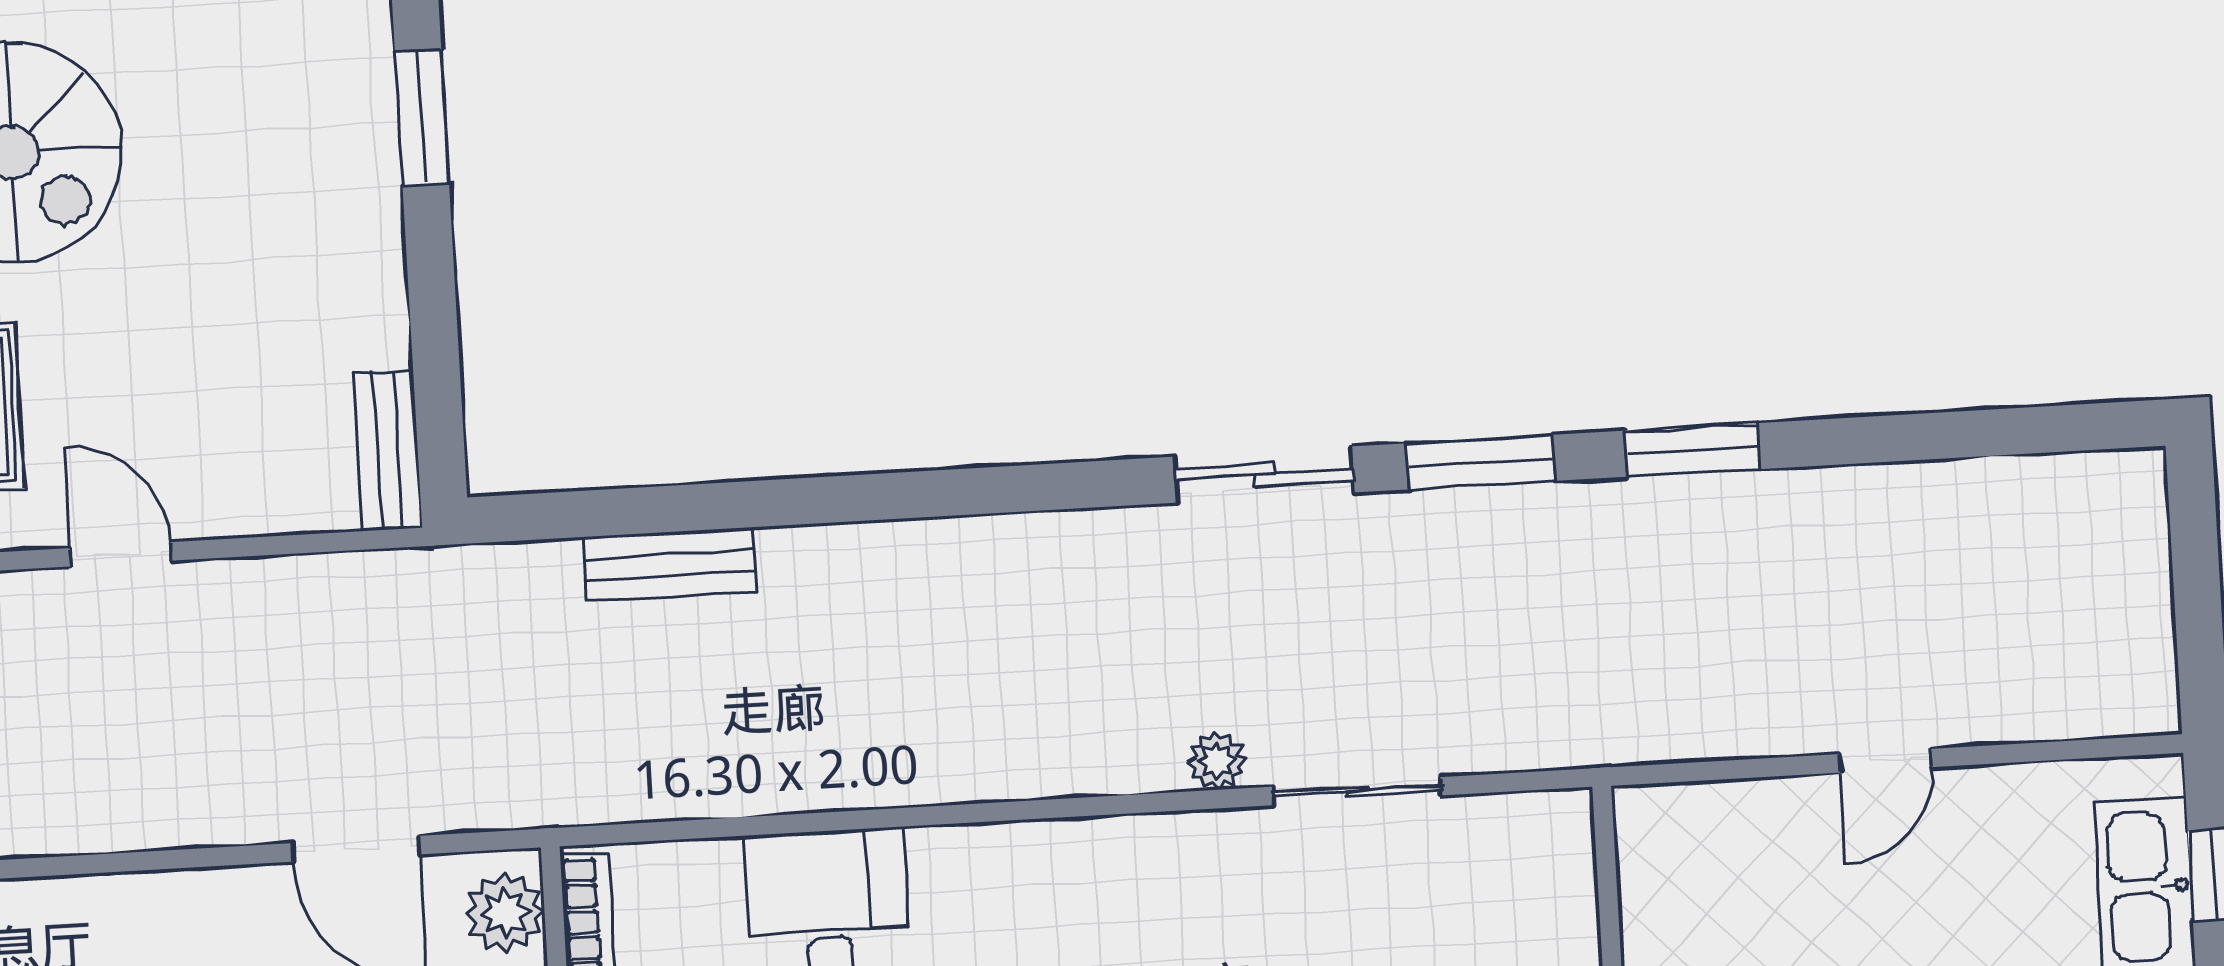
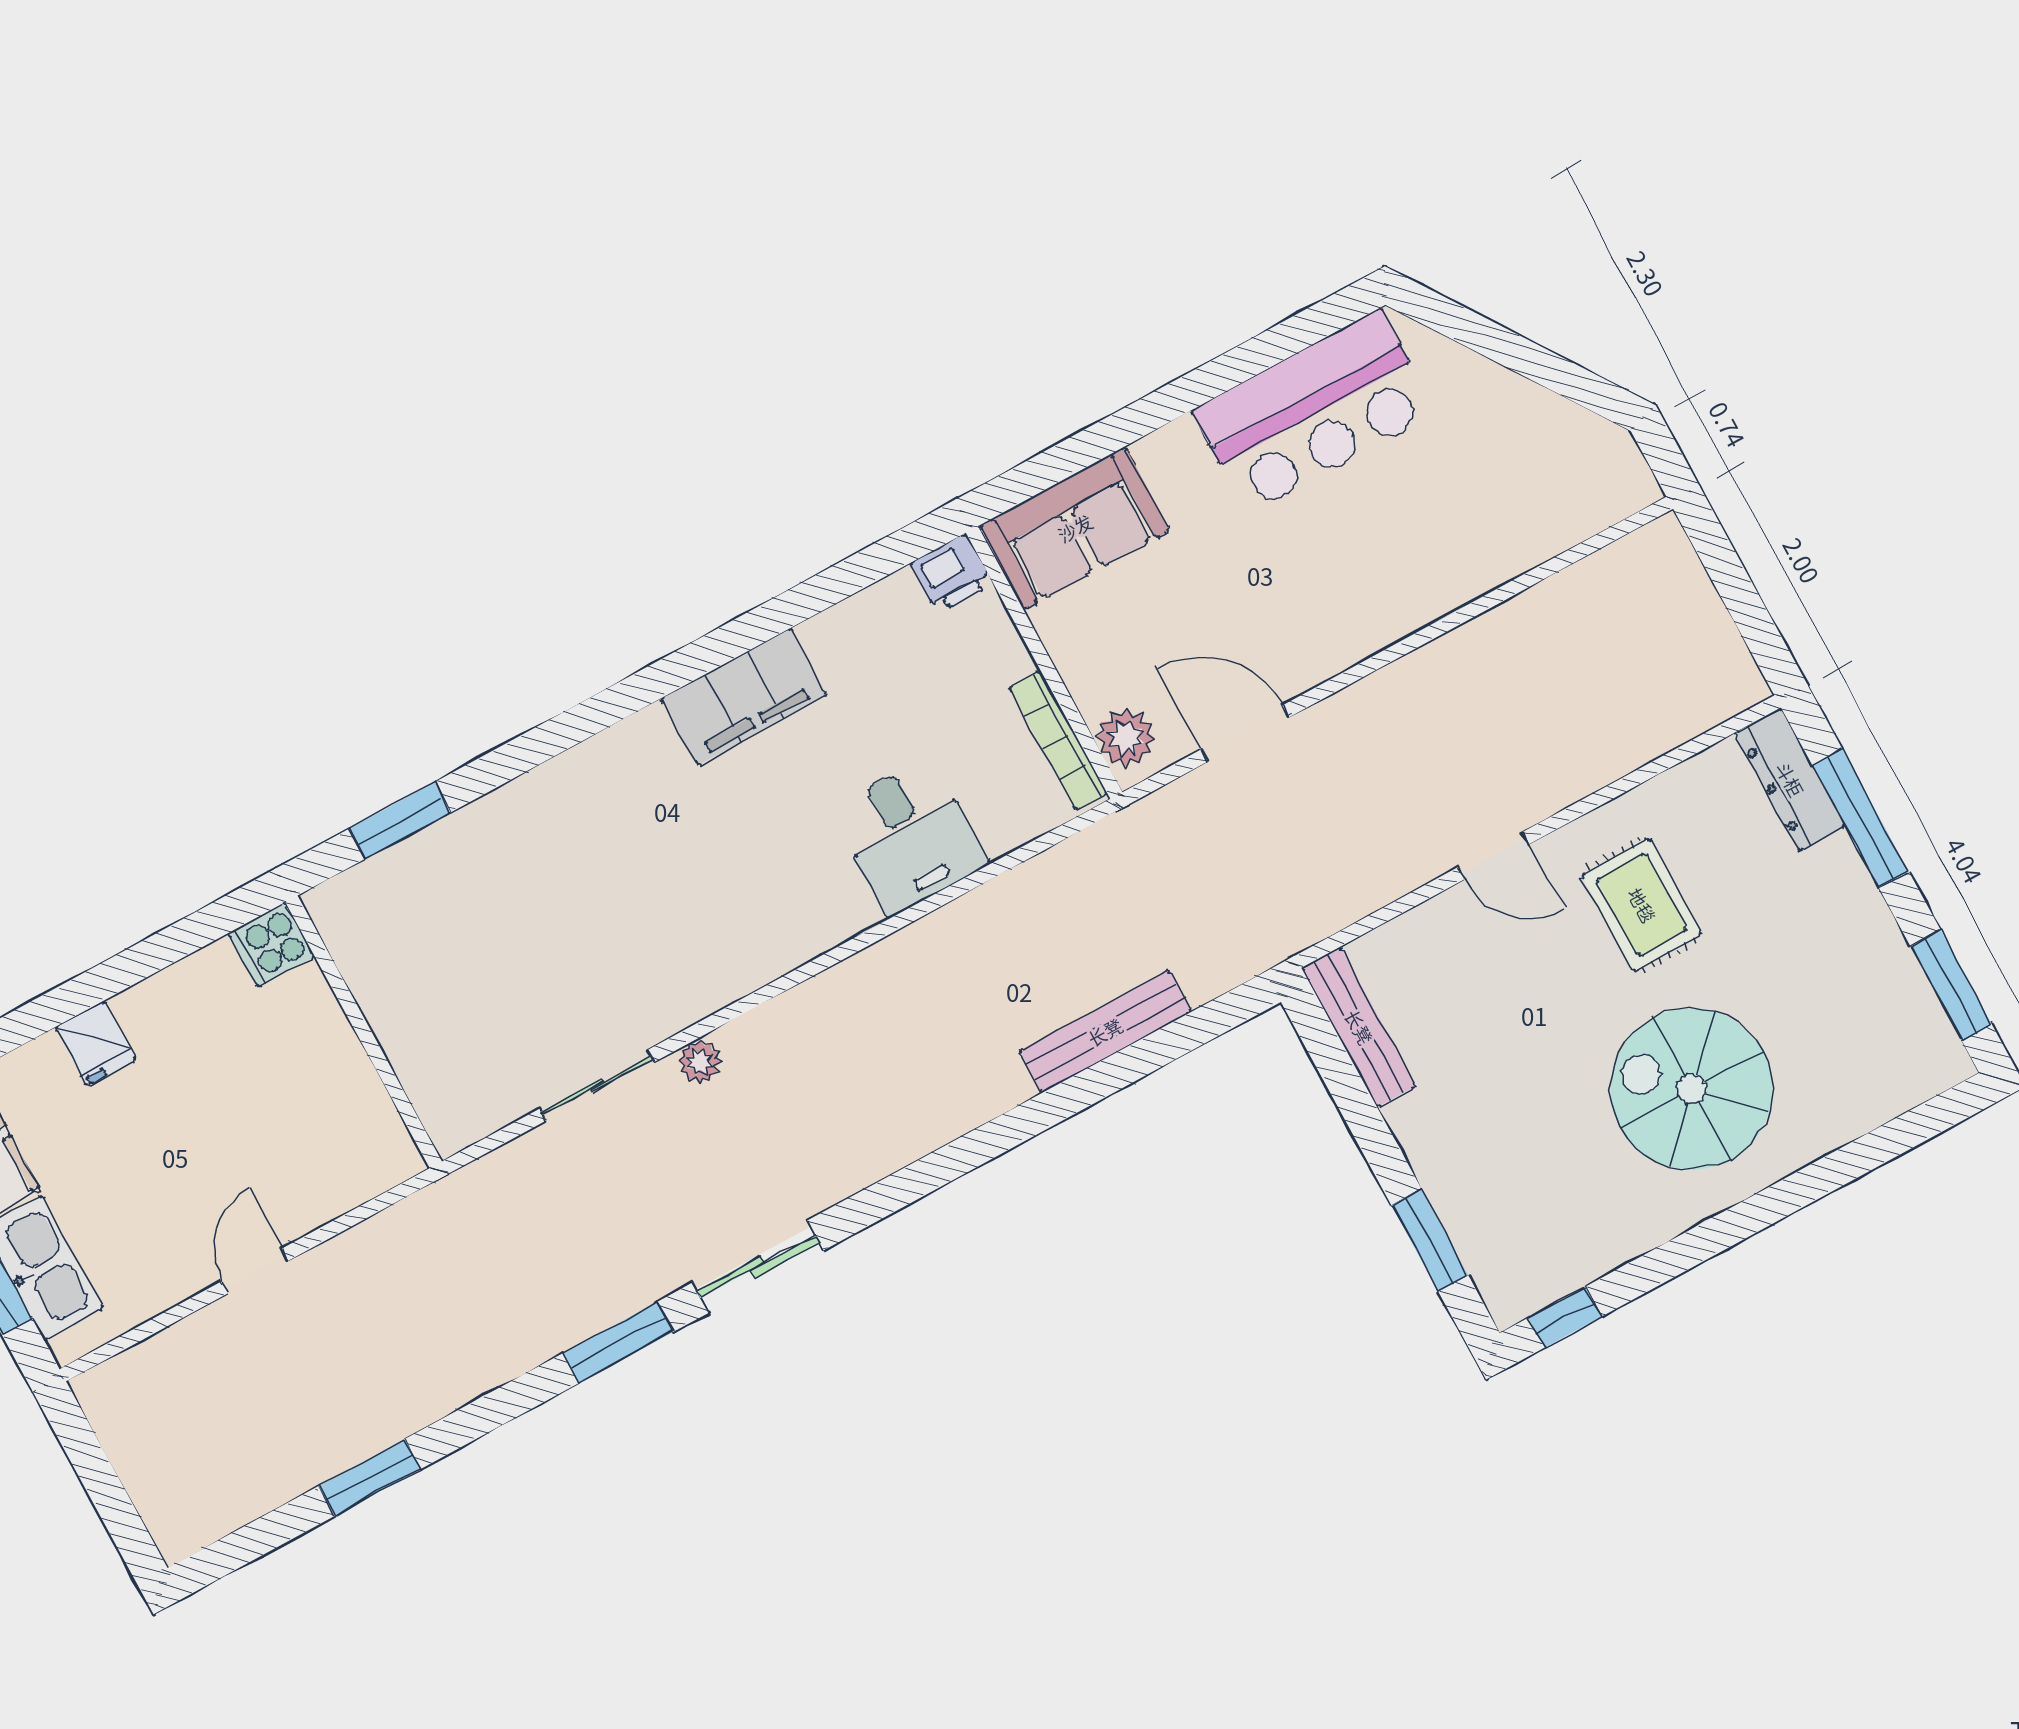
bench: (388, 450) -> (1359, 1027), width x1.36
window: (1693, 450) -> (370, 1477), moved
bench: (670, 565) -> (1105, 1032), width x1.36

